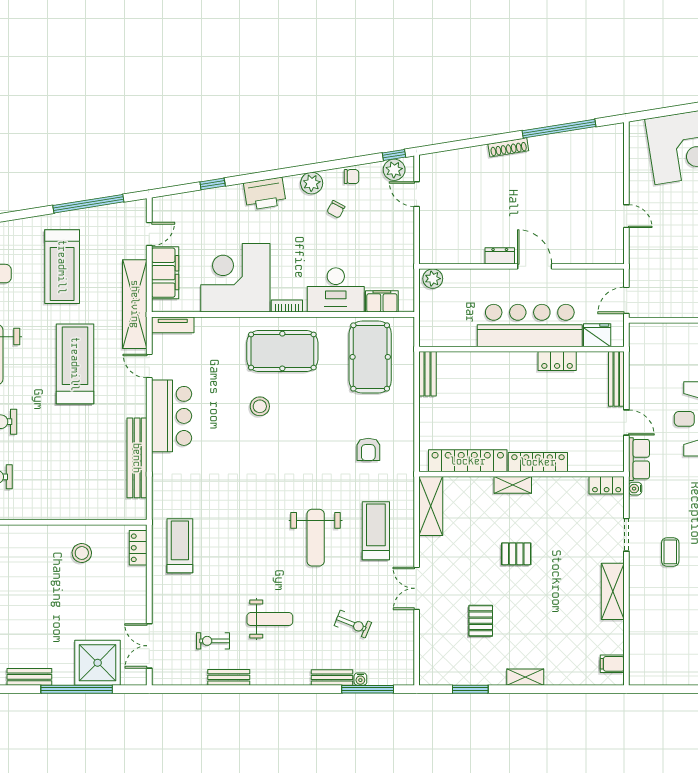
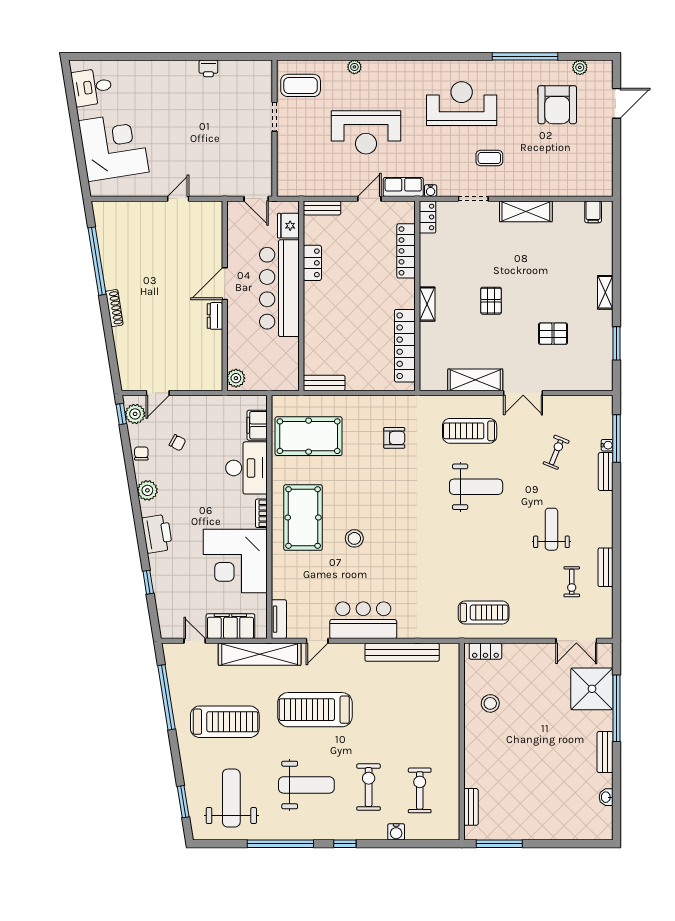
chair: (336, 209) -> (178, 443), moved
bench: (616, 379) -> (322, 208), width x0.73
locker: (538, 462) -> (406, 251), moved
shelving: (431, 506) -> (475, 380), moved
treadmill: (180, 546) -> (484, 613), turned 180

